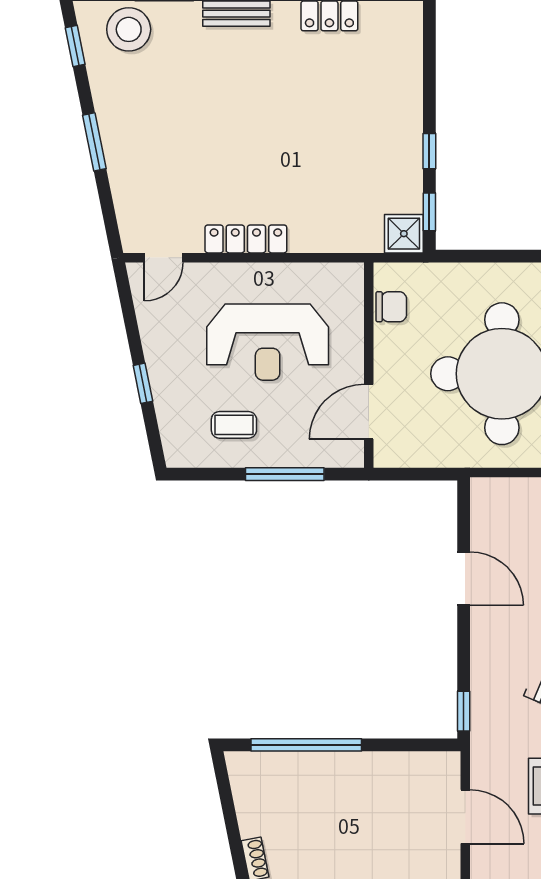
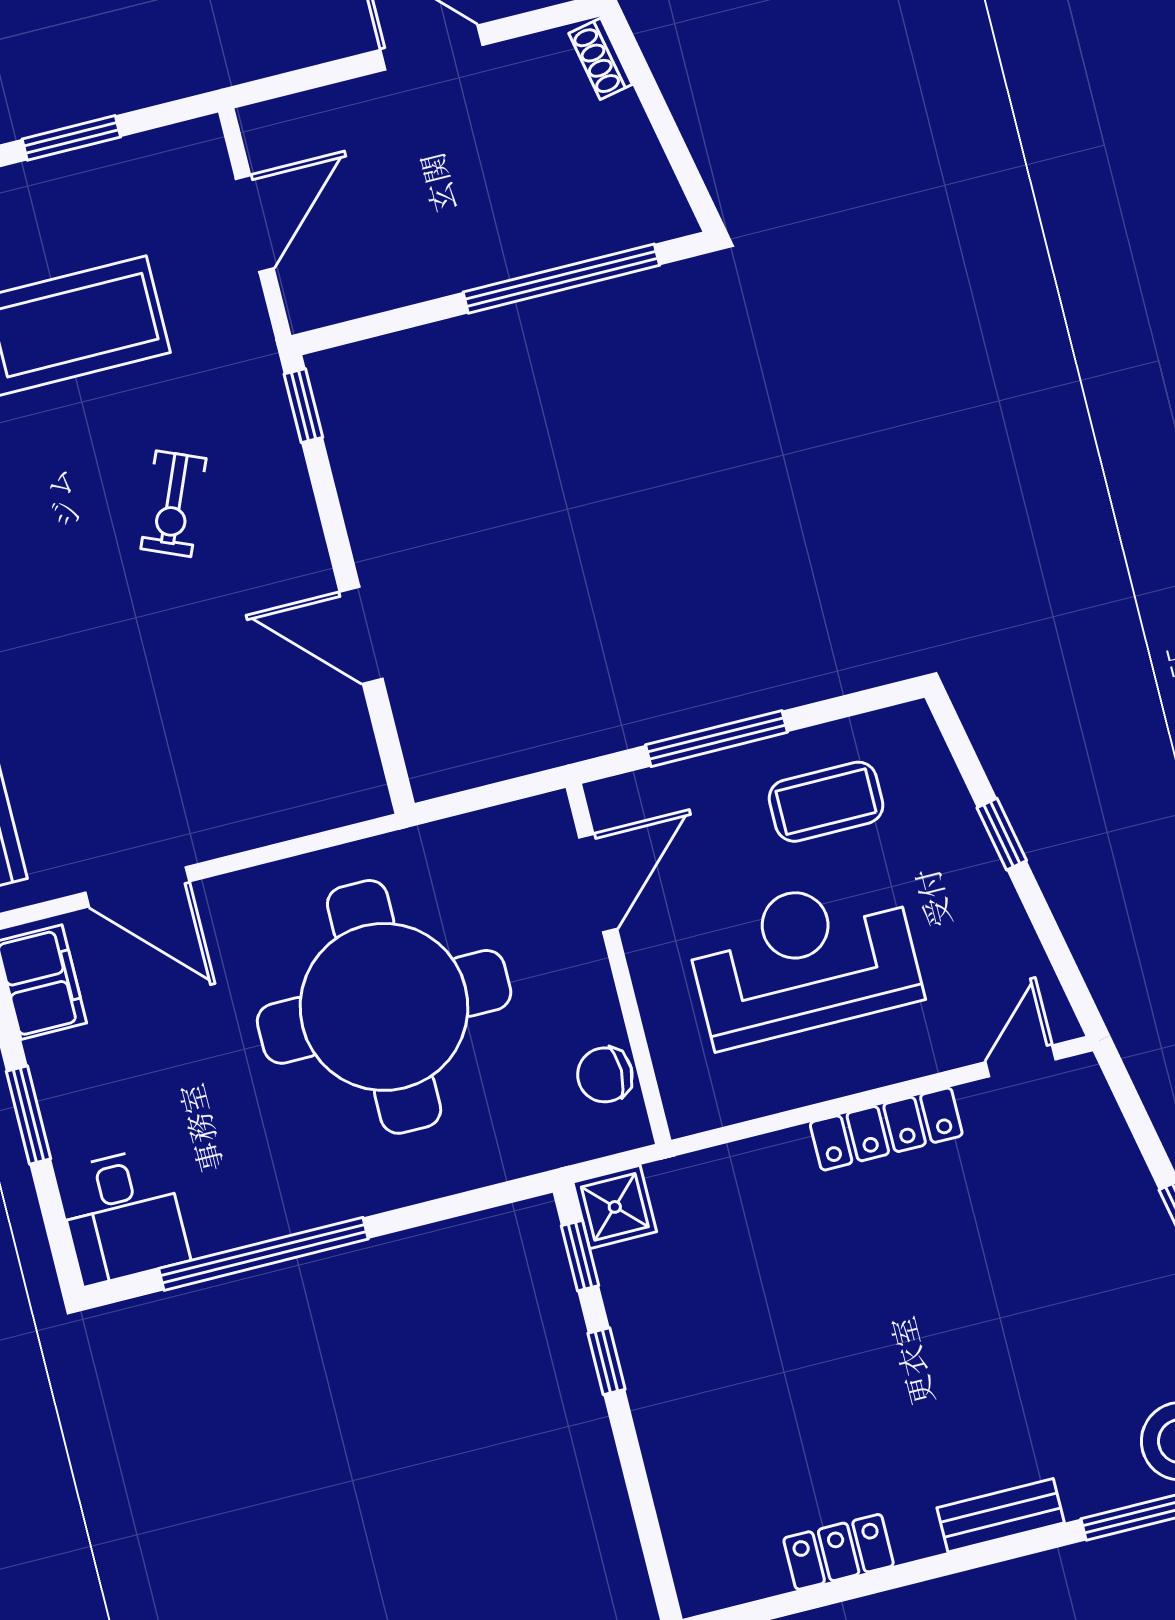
coffee table: (234, 425) -> (826, 802), width x1.36, depth x1.30
door: (465, 817) -> (255, 223), swing flipped

